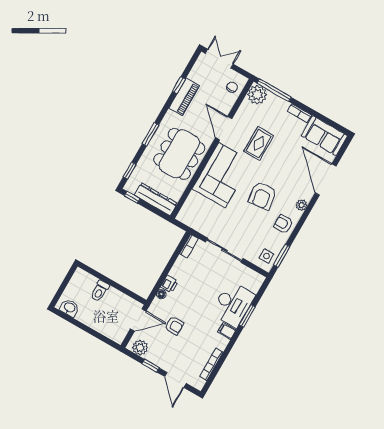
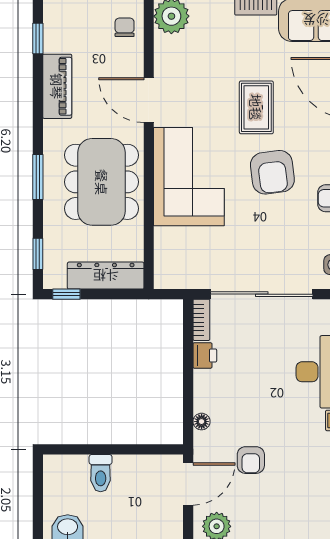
window: (179, 85) -> (38, 38), moved
rug: (259, 144) -> (256, 107), moved
sliding door: (224, 250) -> (262, 294), width x1.36
printer: (169, 284) -> (205, 355), moved
armchair: (174, 326) -> (251, 460), turned 90

